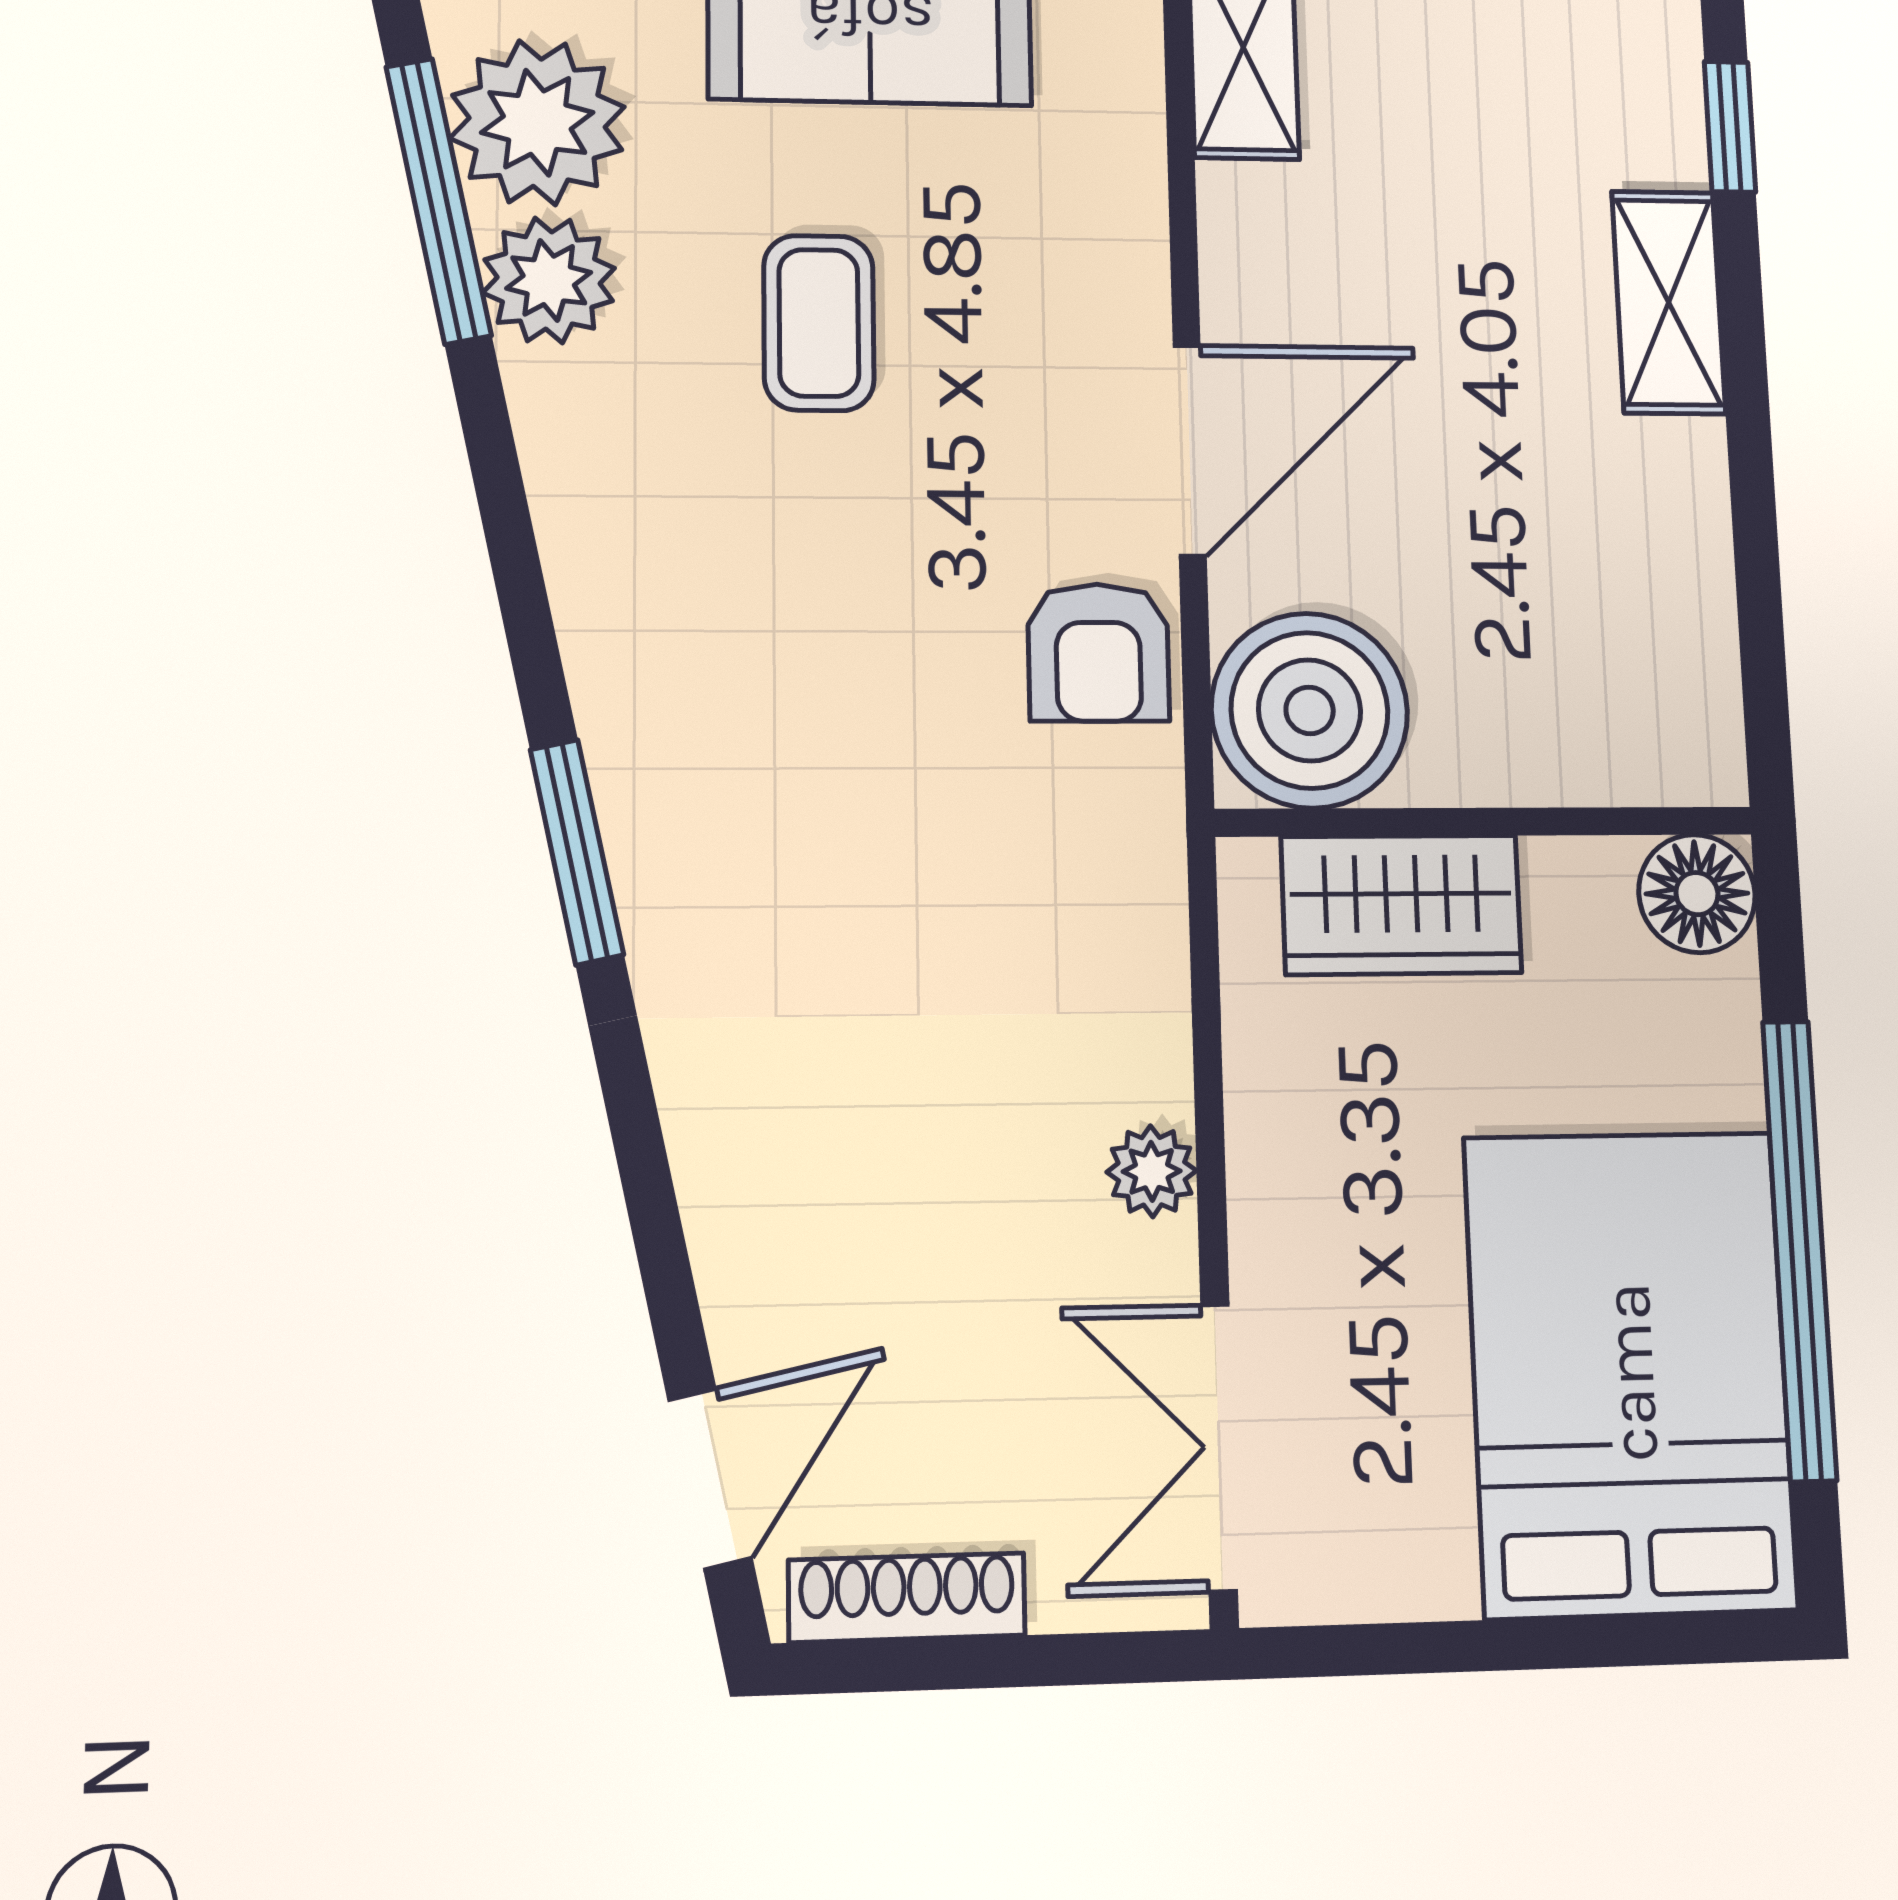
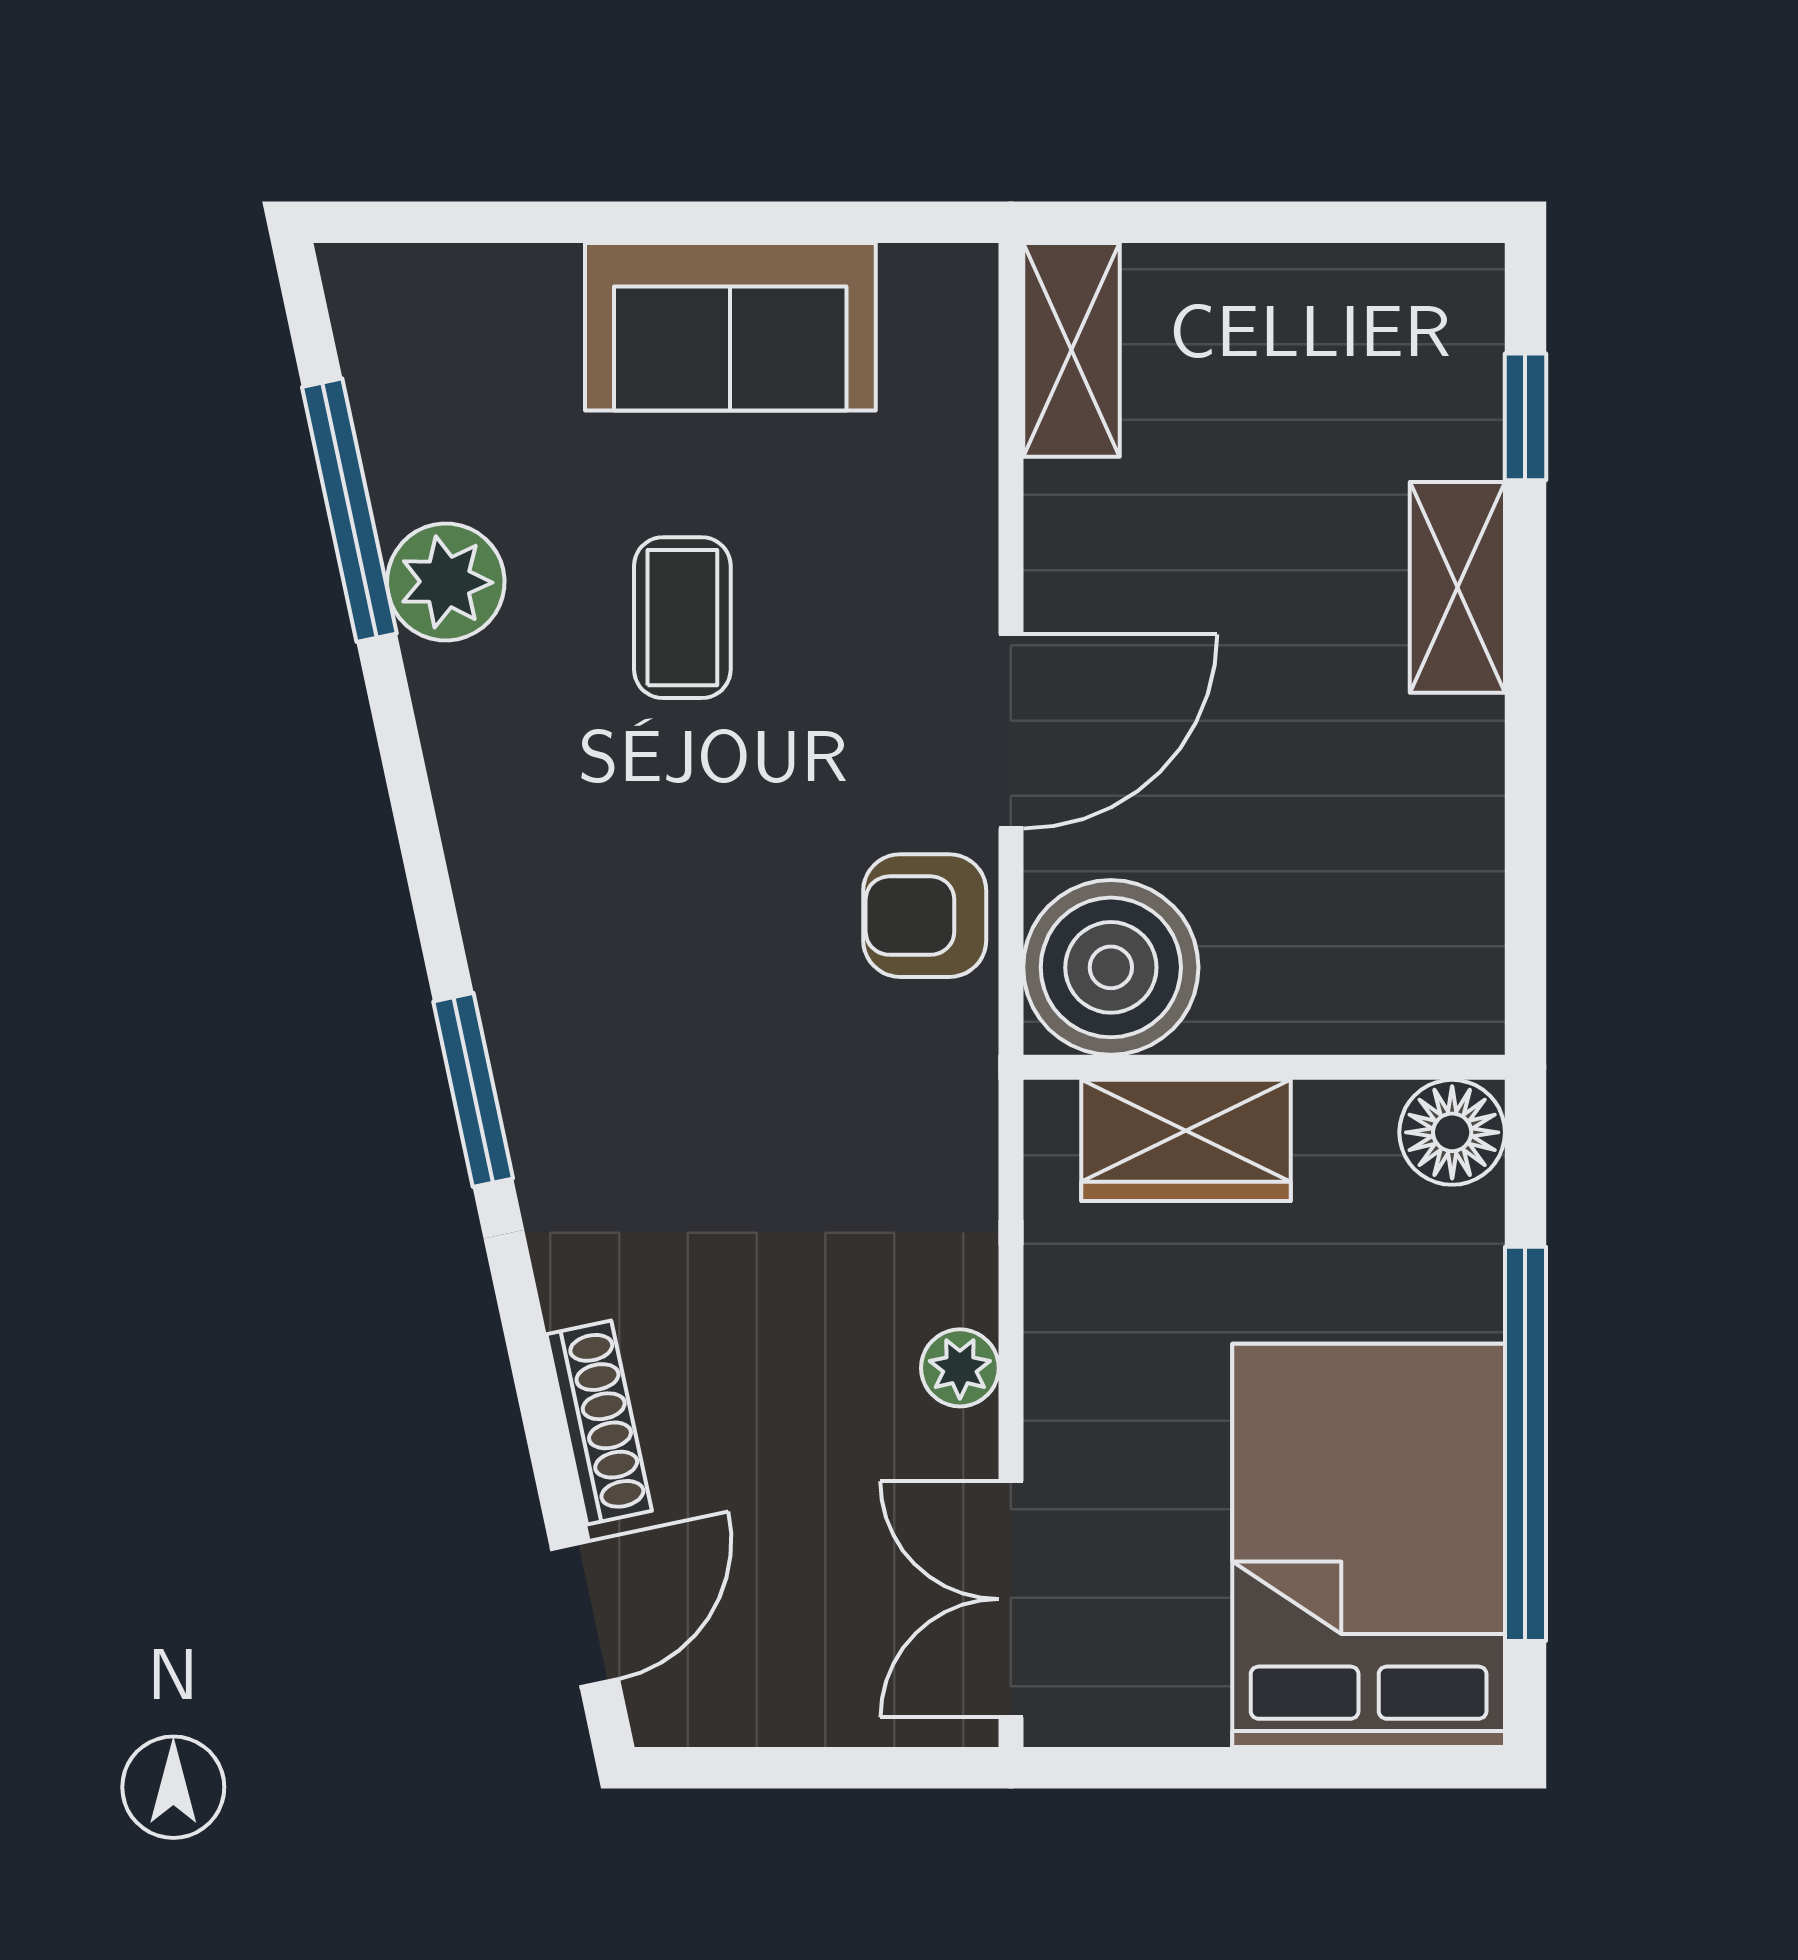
plant: (537, 123) -> (435, 436), removed
armchair: (1098, 652) -> (925, 916), turned 90
shoe rack: (907, 1598) -> (599, 1422), moved, turned 78

